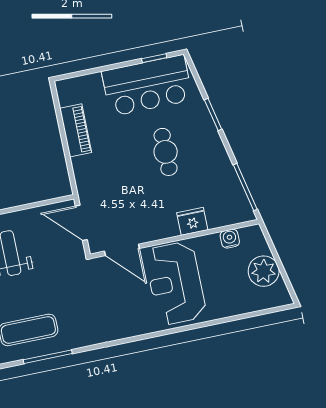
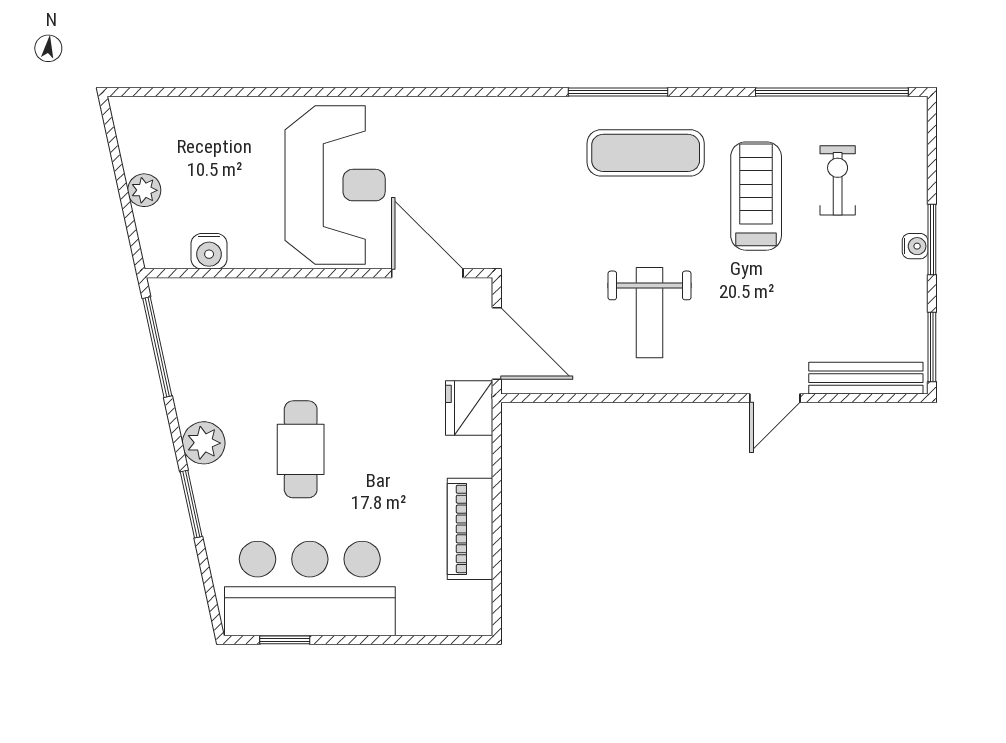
plant: (213, 145) -> (204, 443), added
fridge: (192, 221) -> (469, 408), moved, turned 90
plant: (264, 271) -> (144, 190), width x0.53, depth x0.53

